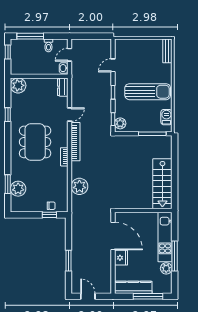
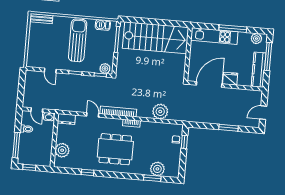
plant: (18, 85) -> (62, 150), moved
stairs: (162, 184) -> (156, 38), width x1.36, depth x1.51
plant: (166, 268) -> (256, 39), moved

